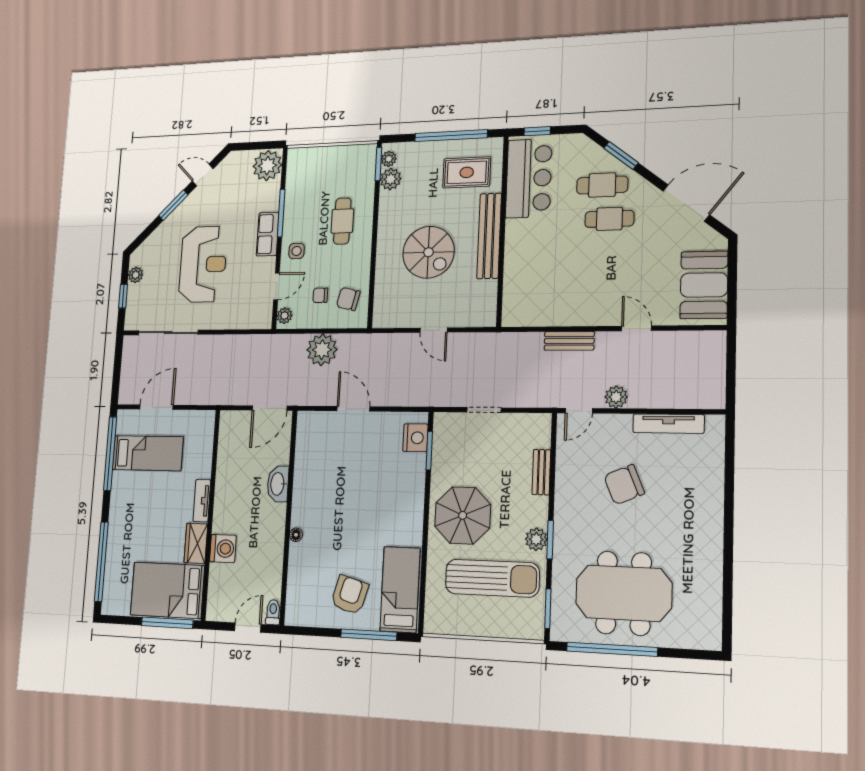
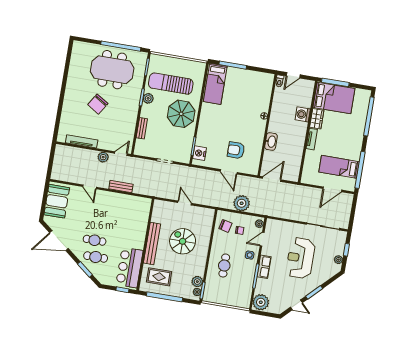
chair: (624, 485) -> (98, 104), moved, turned 145
armchair: (350, 595) -> (236, 150), moved, turned 74

